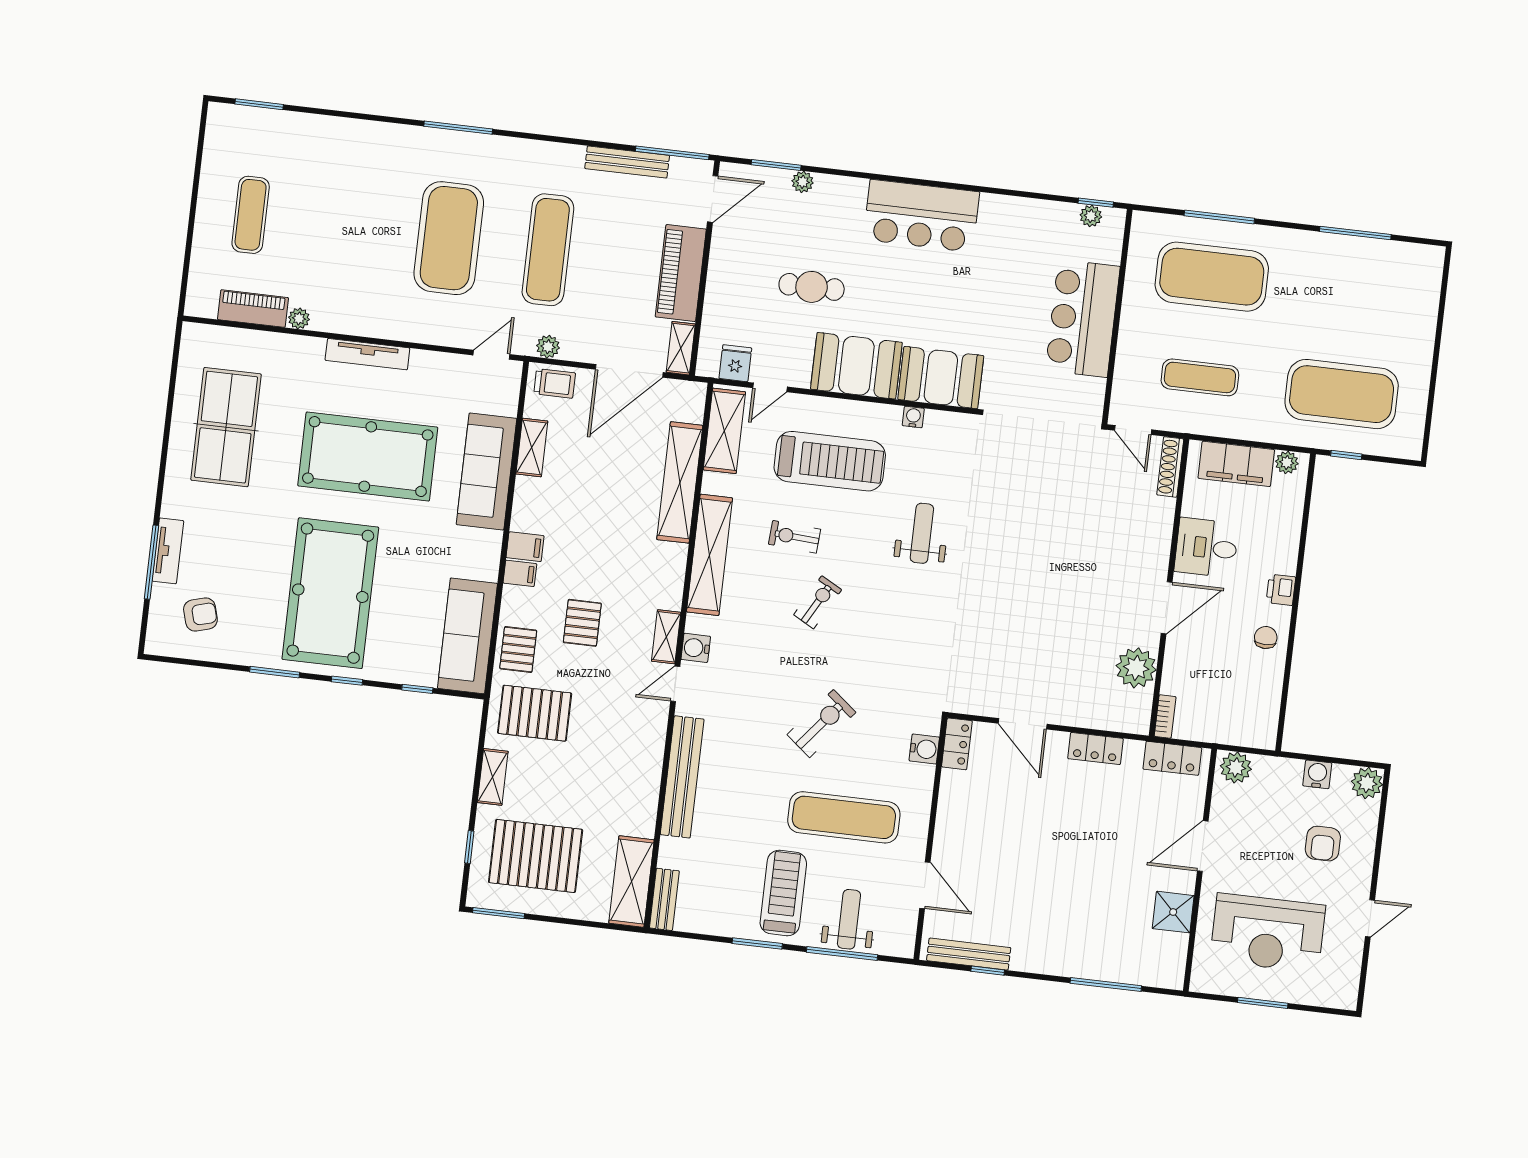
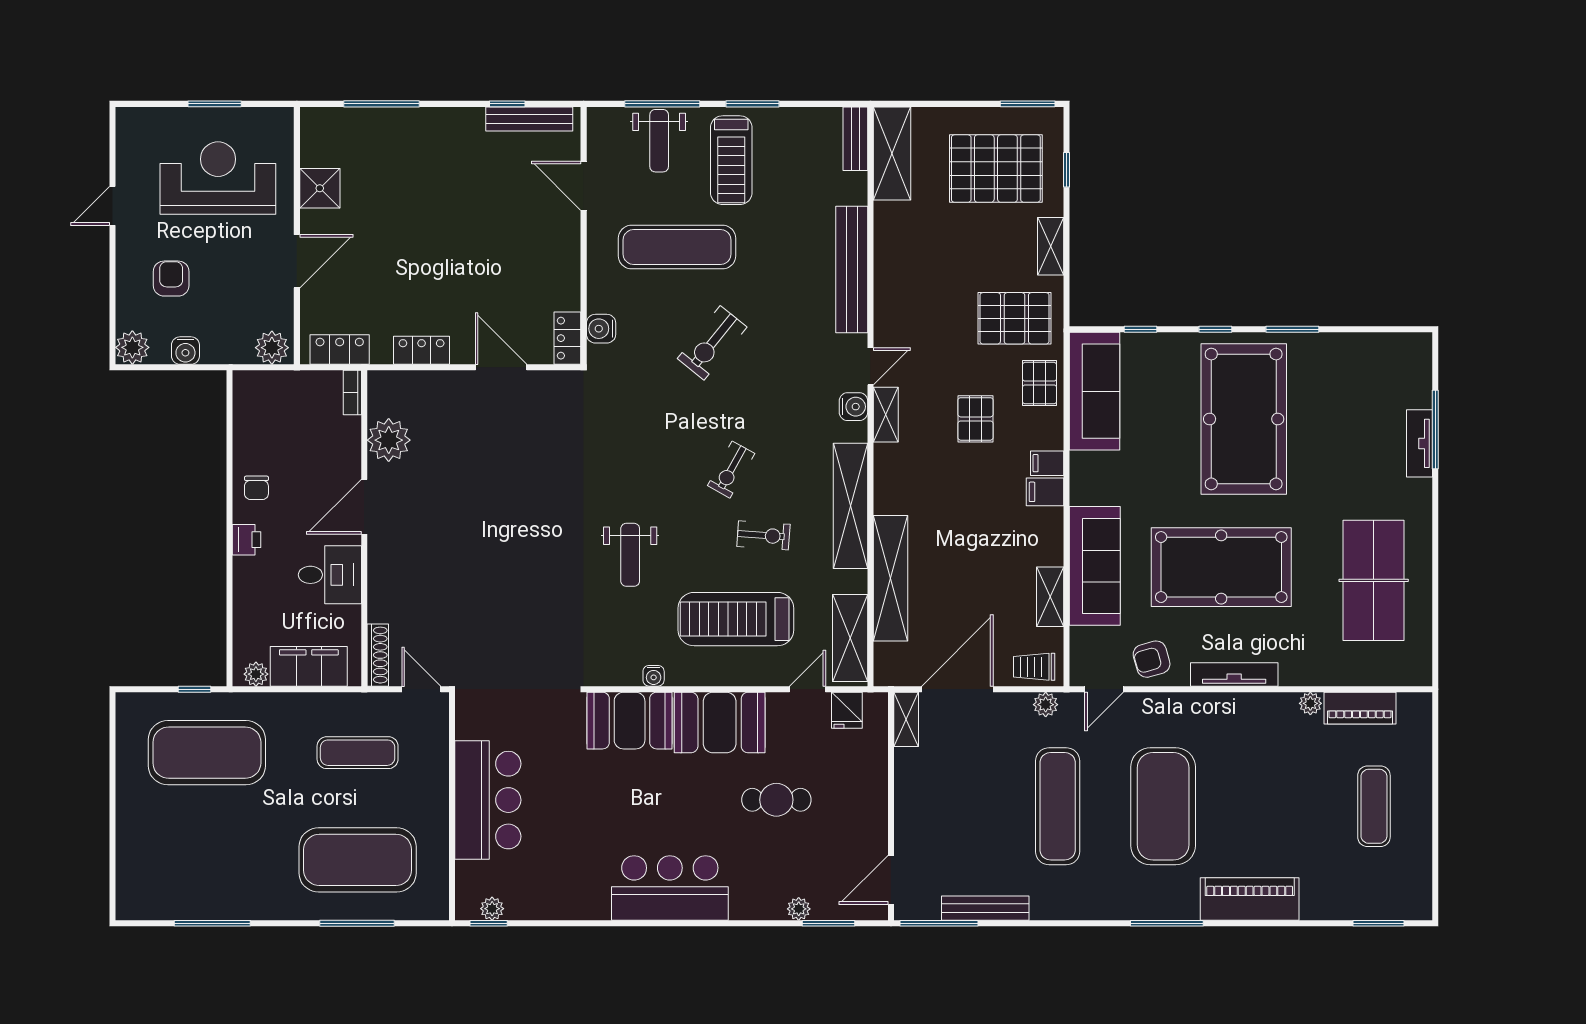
piano: (681, 273) -> (1250, 899), moved, turned -90
armchair: (200, 615) -> (1152, 659), moved

